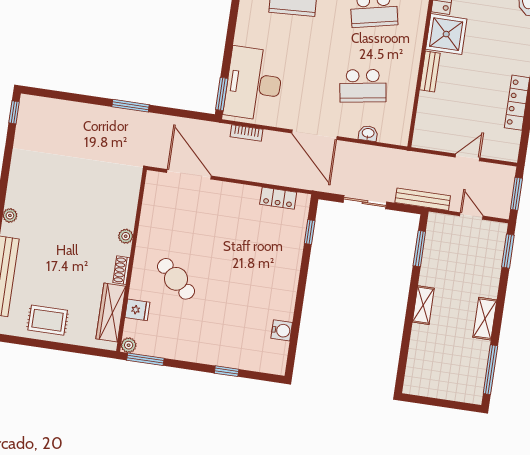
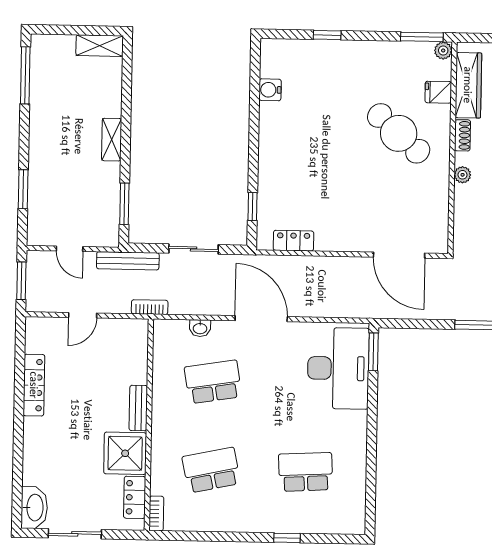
bookcase: (246, 133) -> (150, 307), moved
window: (508, 251) -> (23, 189), moved
cafe table: (176, 279) -> (399, 133), width x1.37, depth x1.35
shelving: (485, 319) -> (100, 46), moved, turned 90

